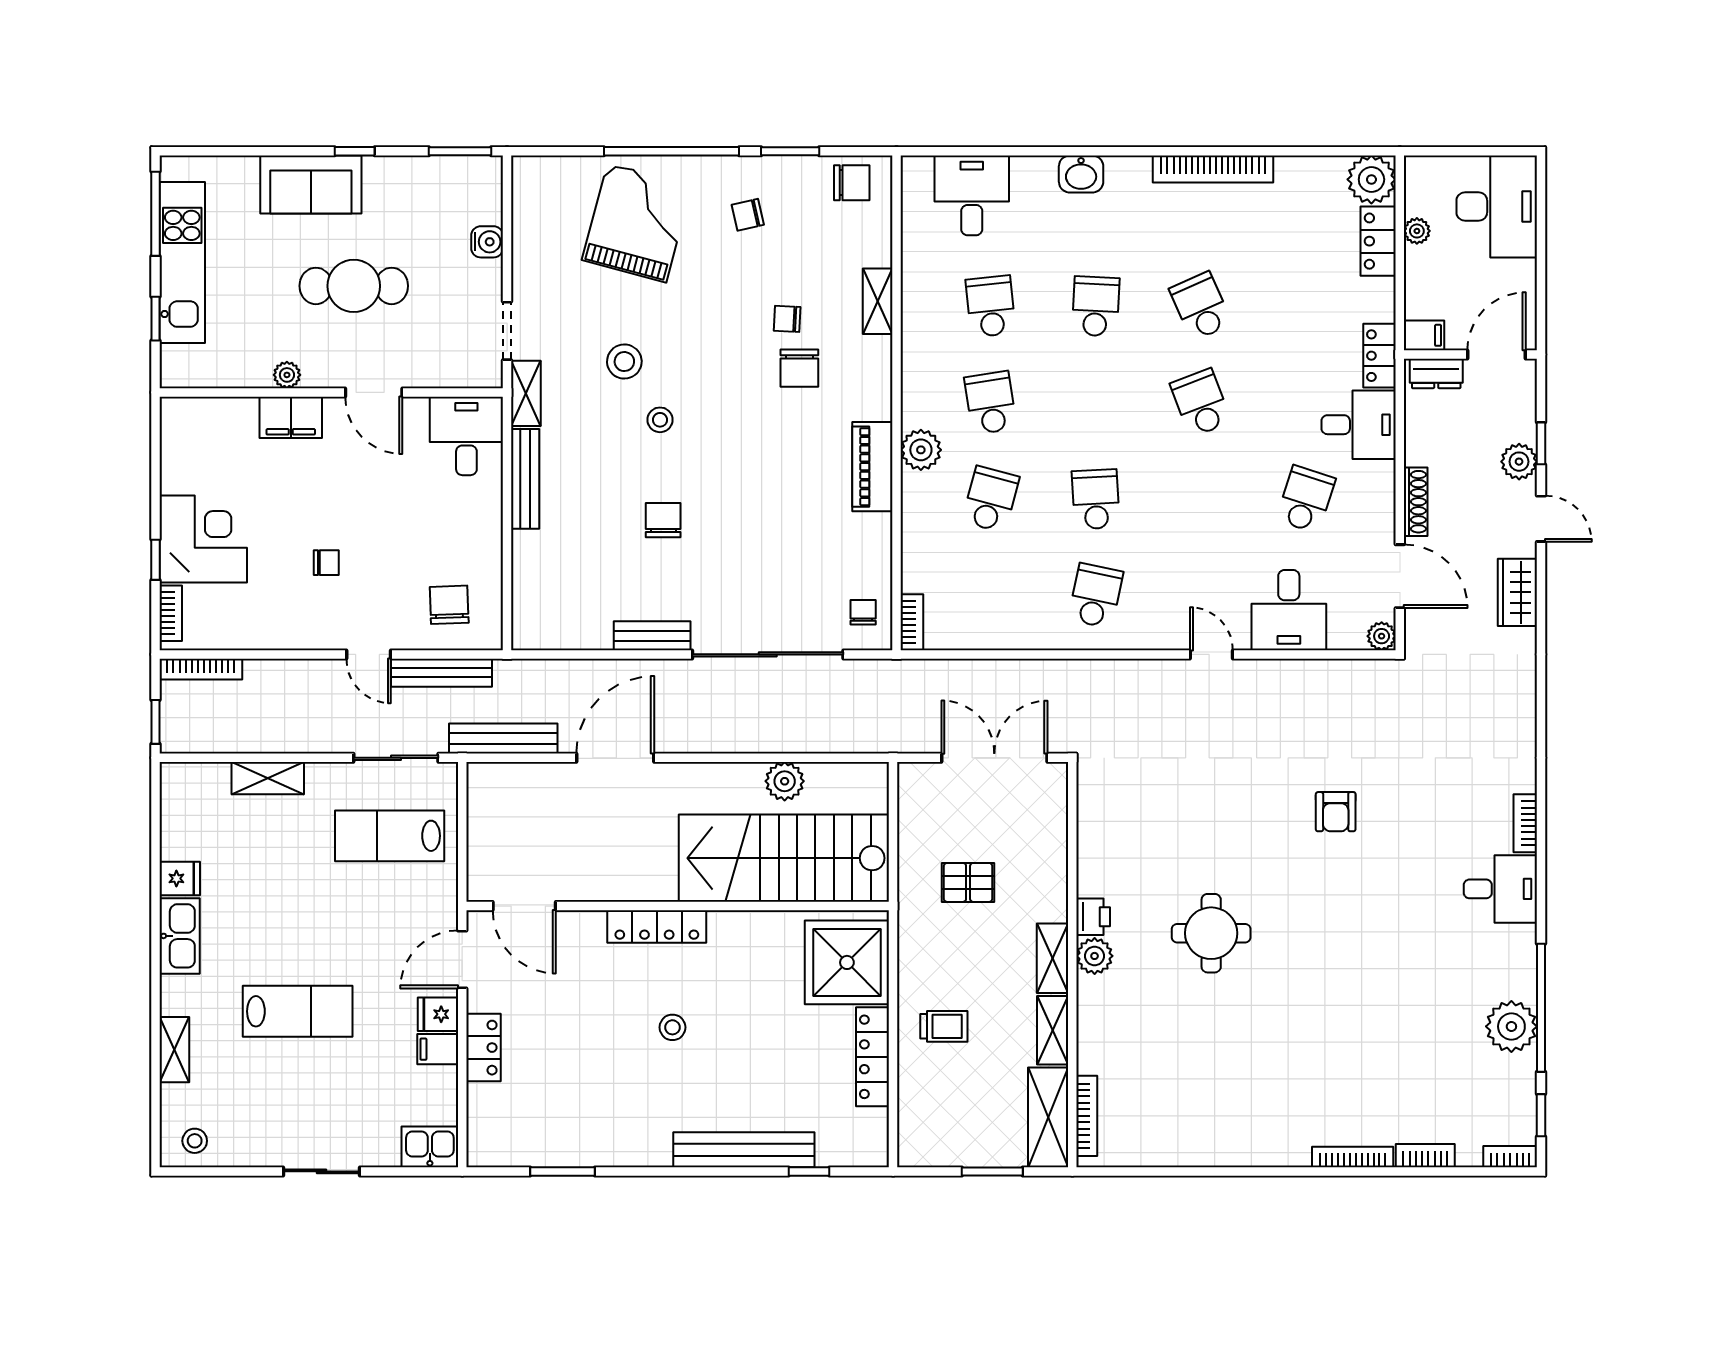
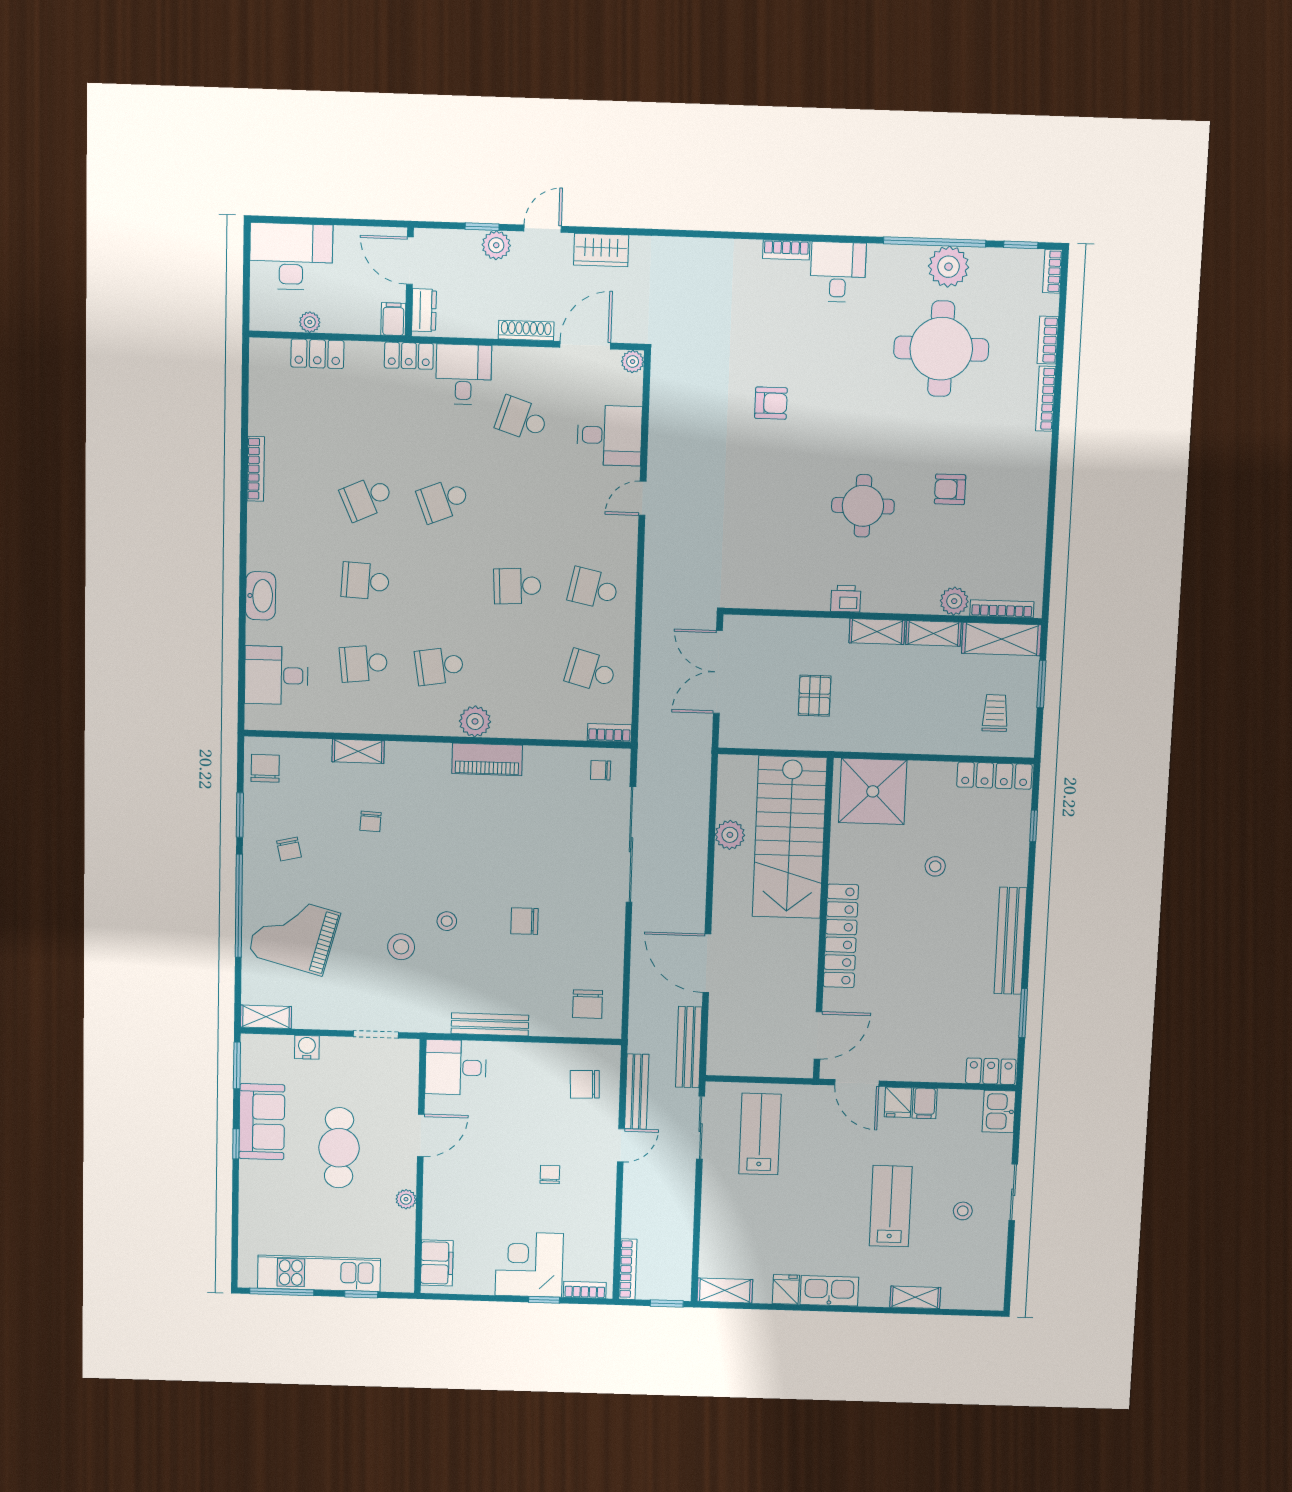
bookcase: (1213, 169) -> (256, 469), width x0.68, depth x0.76
washbasin: (1081, 174) -> (261, 596), width x1.38
plant: (1371, 179) -> (268, 358), removed
sofa: (311, 185) -> (262, 1122), moved
chair: (799, 368) -> (588, 1004), moved, turned 90
shelving: (526, 393) -> (266, 1017), moved
filing cabinet: (291, 417) -> (437, 1263), moved
school desk: (991, 499) -> (591, 671), moved
bench: (652, 636) -> (614, 932), removed
shelving: (268, 778) -> (725, 1290), moved, turned 90
lab bench: (390, 836) -> (760, 1134), turned 180
locker: (657, 927) -> (841, 936), width x1.41, depth x1.21
plant: (1095, 956) -> (954, 601), moved
round table: (1410, 1022) -> (941, 349), added
trolley: (944, 1026) -> (995, 713), moved
stool: (672, 1027) -> (935, 866), moved
armchair: (1235, 1042) -> (950, 489), added
locker: (483, 1048) -> (991, 1071), moved
locker: (873, 1057) -> (994, 776), moved
stool: (195, 1141) -> (963, 1211), moved
bench: (744, 1150) -> (1010, 941), moved

